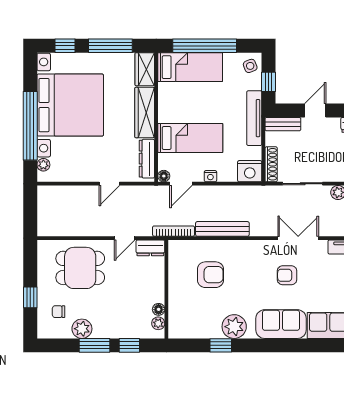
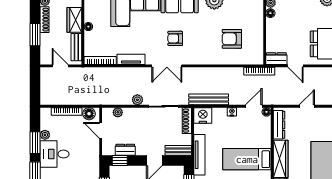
bed: (190, 138) -> (247, 159), moved
bench: (222, 229) -> (209, 99), moved
door: (125, 238) -> (296, 66), swing flipped
armchair: (287, 275) -> (175, 38), turned 180

